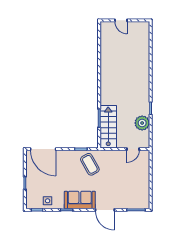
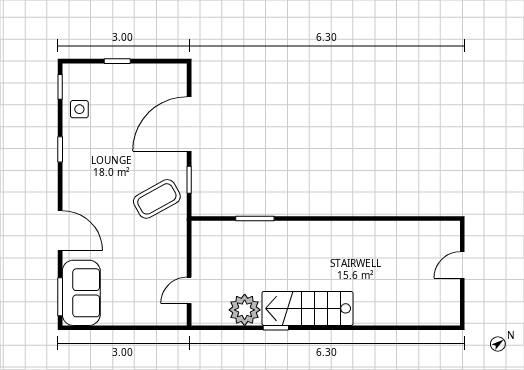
stairs: (108, 127) -> (307, 308), moved, turned 180
door: (43, 149) -> (189, 124), moved
door: (133, 149) -> (189, 290), hinge flipped
sofa: (80, 200) -> (81, 293), moved
door: (105, 210) -> (60, 231), swing flipped

